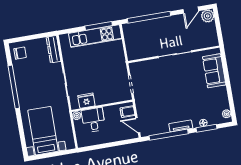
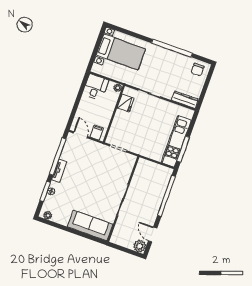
sofa: (214, 71) -> (90, 225), width x1.36
desk: (93, 120) -> (96, 87), moved, turned -90
door: (138, 125) -> (80, 135), hinge flipped

